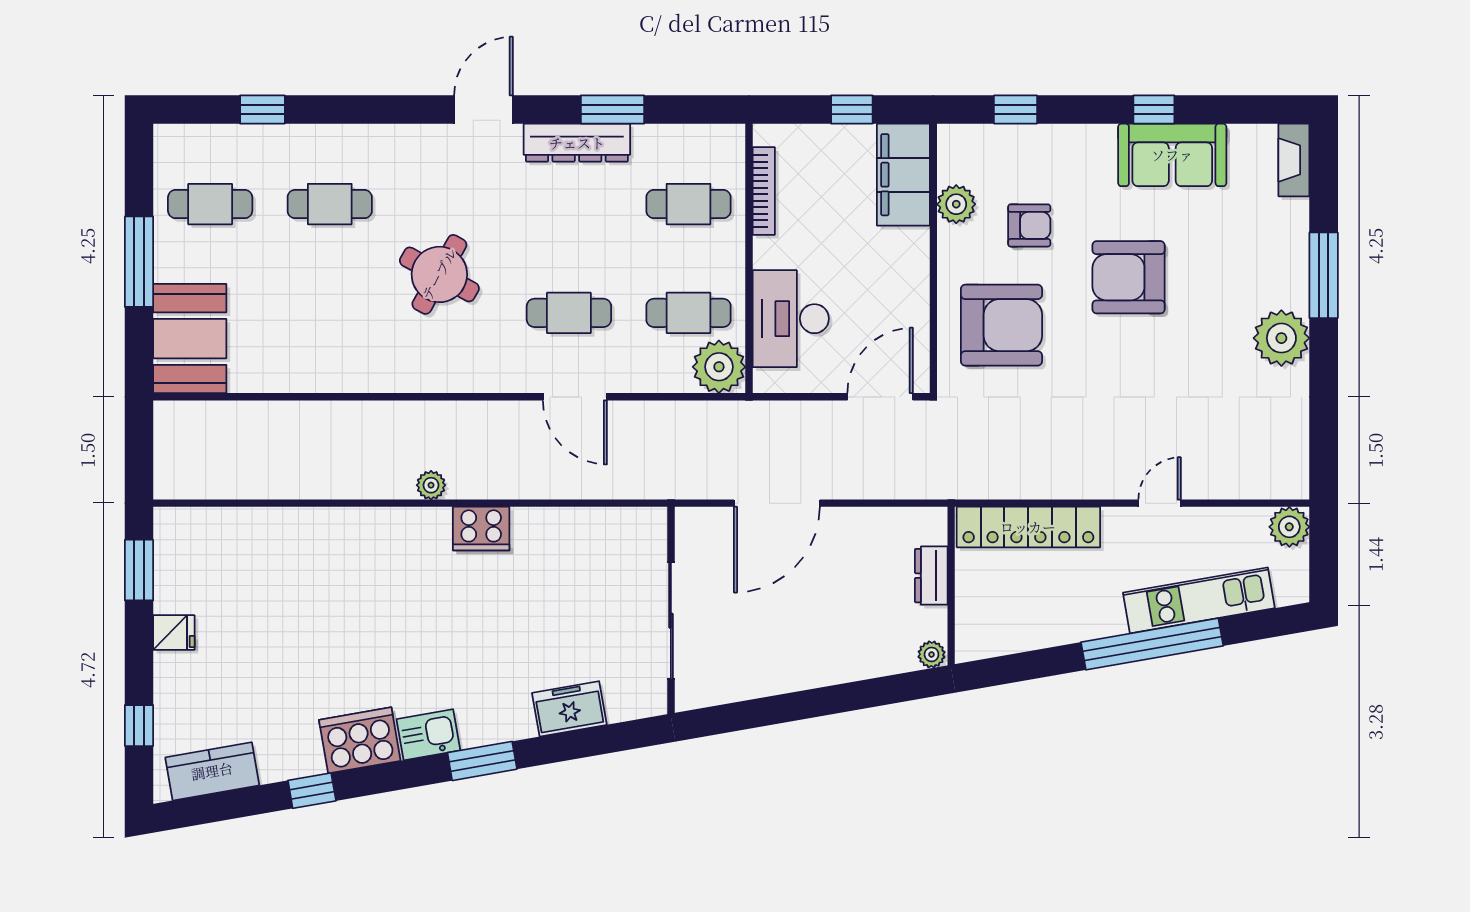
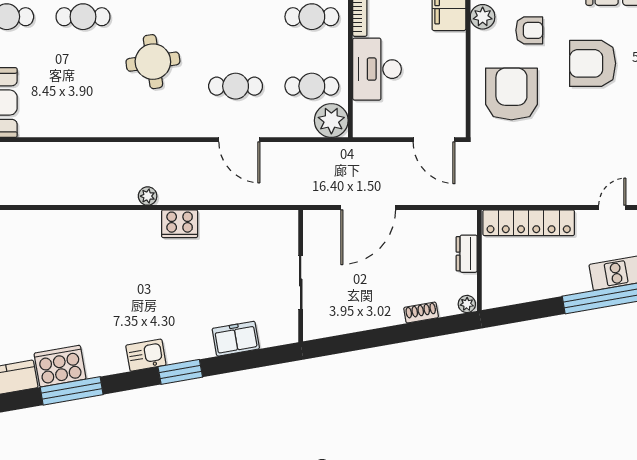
round table: (439, 274) -> (153, 62), turned -37
desk: (791, 319) -> (377, 69), moved
armchair: (1001, 325) -> (511, 94), turned -90
door: (880, 397) -> (434, 140), swing flipped
sliding door: (671, 621) -> (301, 282), width x0.73
shoe rack: (860, 668) -> (421, 313), added
cooker: (360, 740) -> (60, 366), moved
window: (312, 791) -> (72, 391), width x2.17

